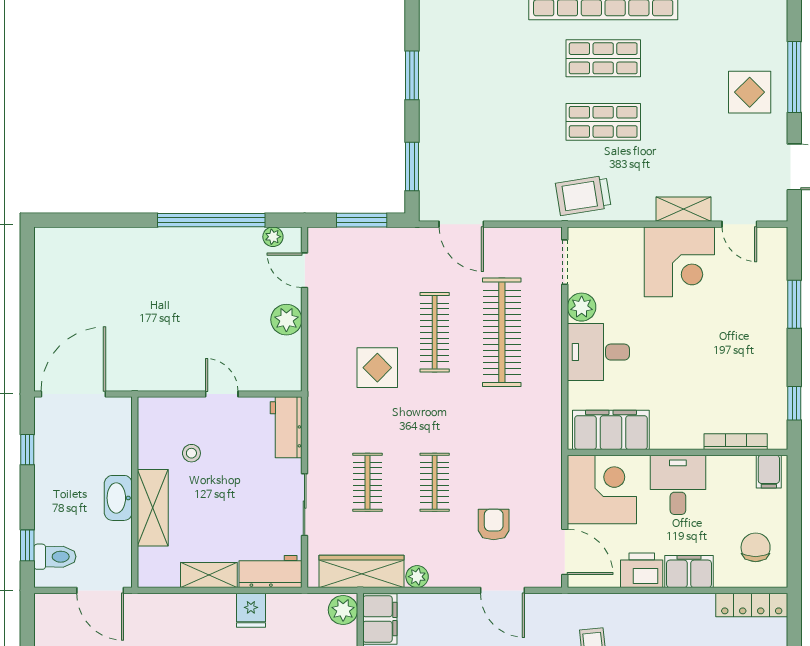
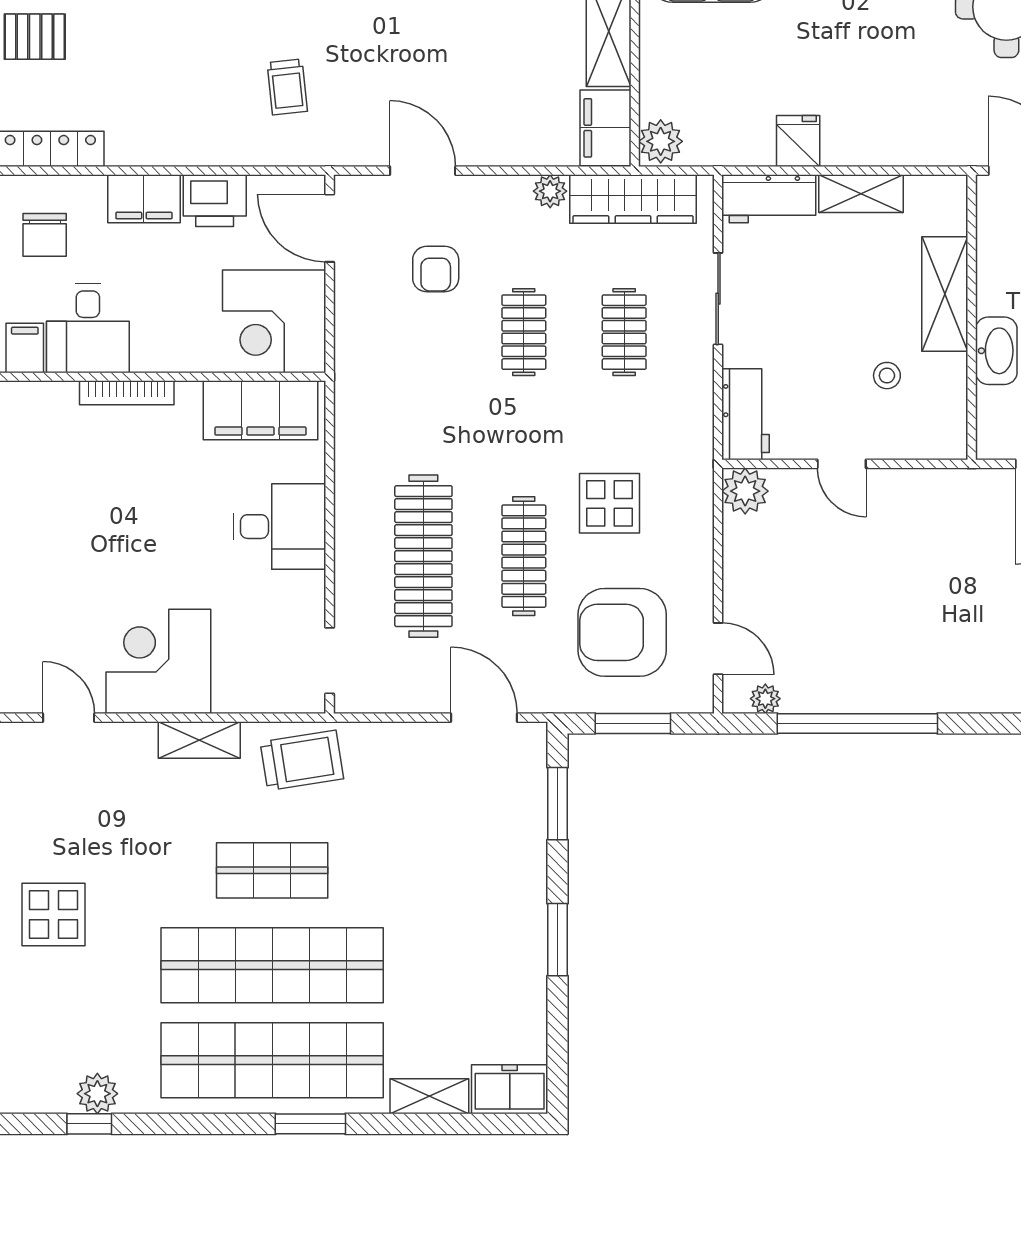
shop shelf: (603, 58) -> (272, 965), width x2.00, depth x1.36
shelving: (684, 209) -> (199, 740), moved
armchair: (369, 281) -> (622, 632), added
plant: (582, 307) -> (304, 594), removed
plant: (286, 320) -> (745, 491), moved
bookcase: (736, 442) -> (127, 393), moved
desk: (678, 485) -> (88, 328), moved
washbasin: (118, 498) -> (996, 351), moved

